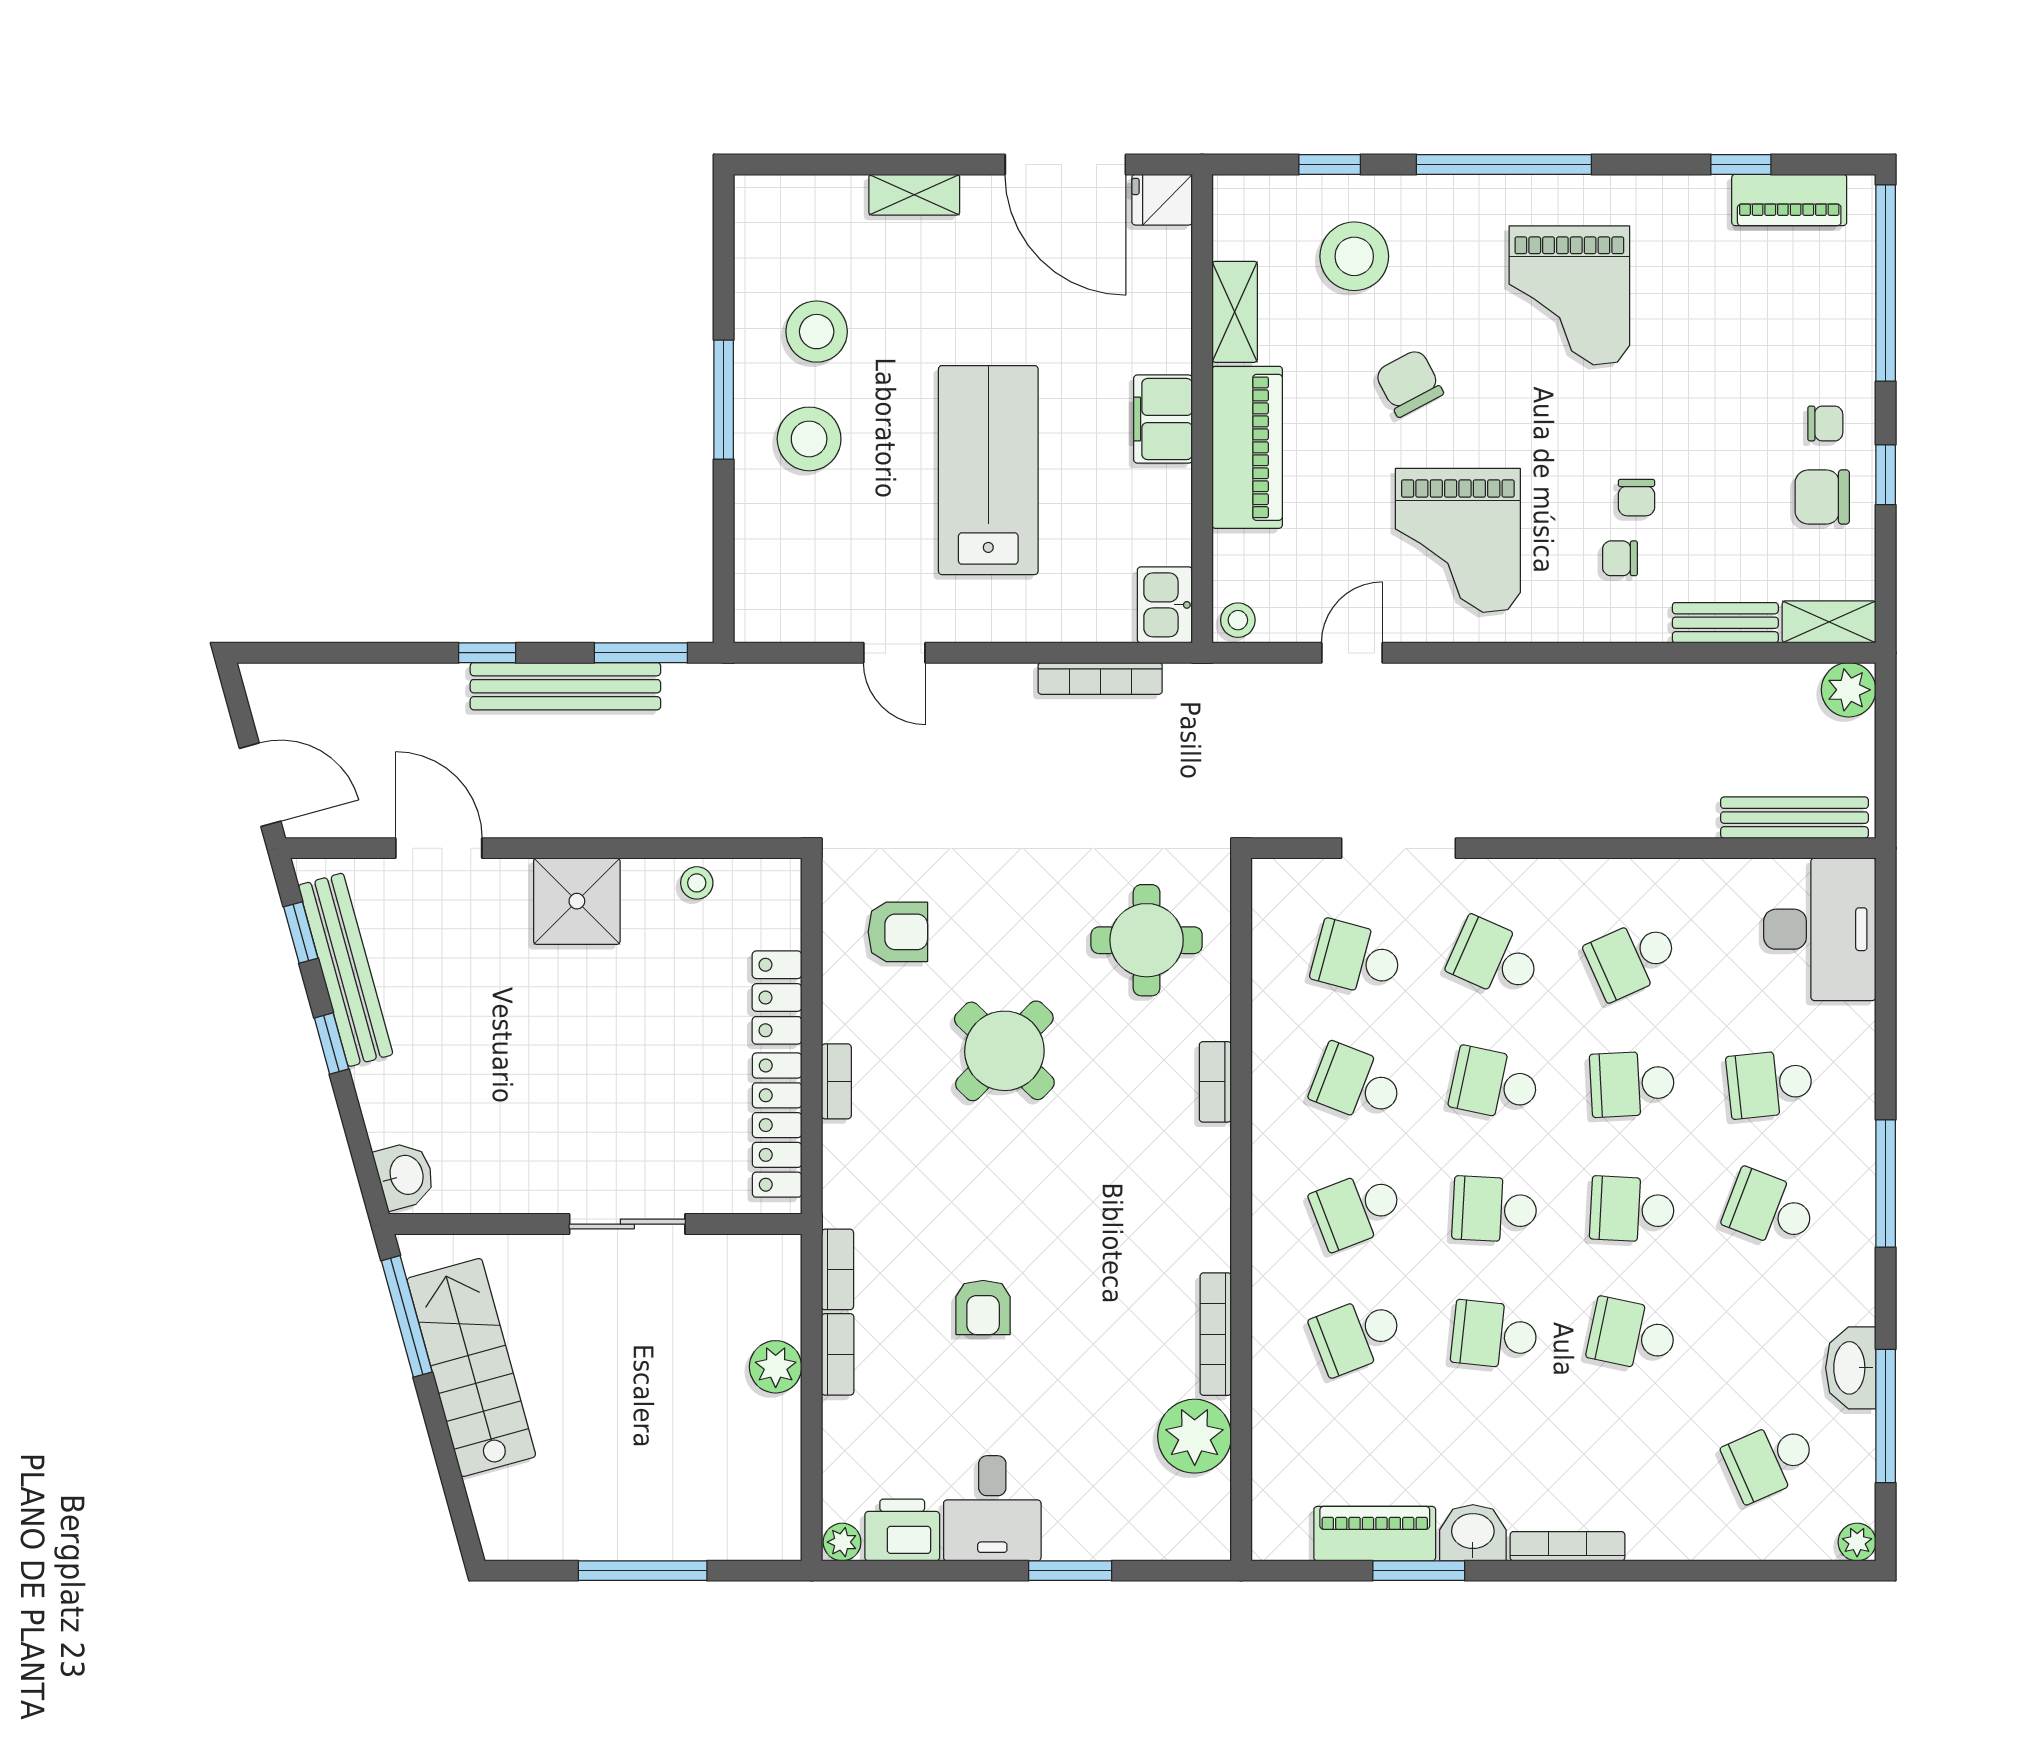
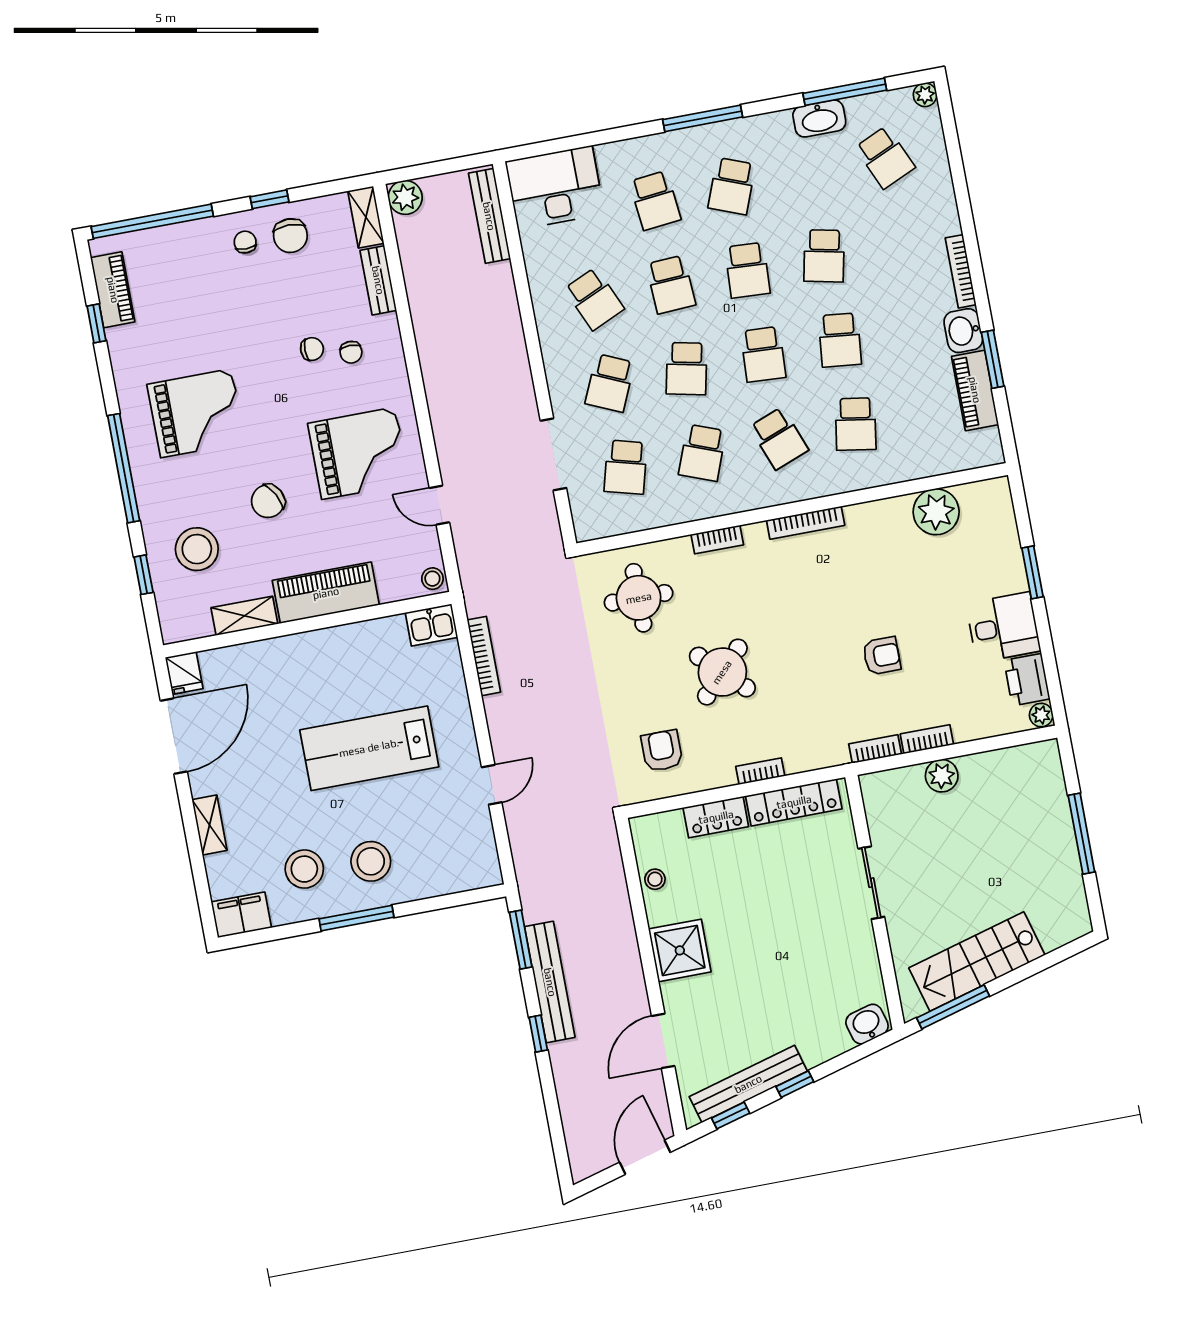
filing cabinet: (1163, 419) -> (241, 915), moved, turned 180
bookcase: (1216, 1334) -> (806, 523), moved
school desk: (1357, 1335) -> (856, 424), turned 30

